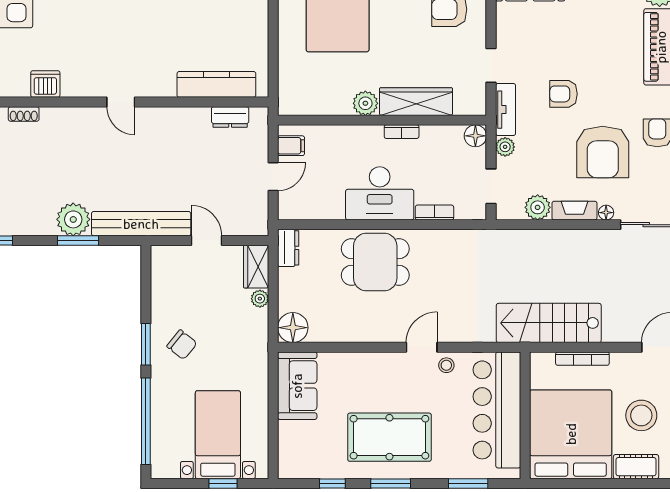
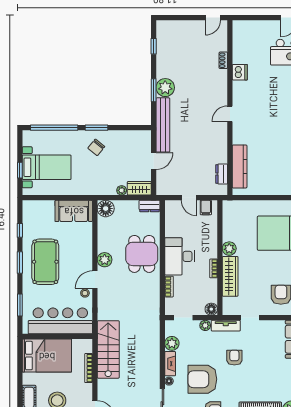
plant: (386, 330) -> (105, 260), added
door: (422, 347) -> (95, 279), swing flipped
bed: (571, 434) -> (47, 356), width x0.73

